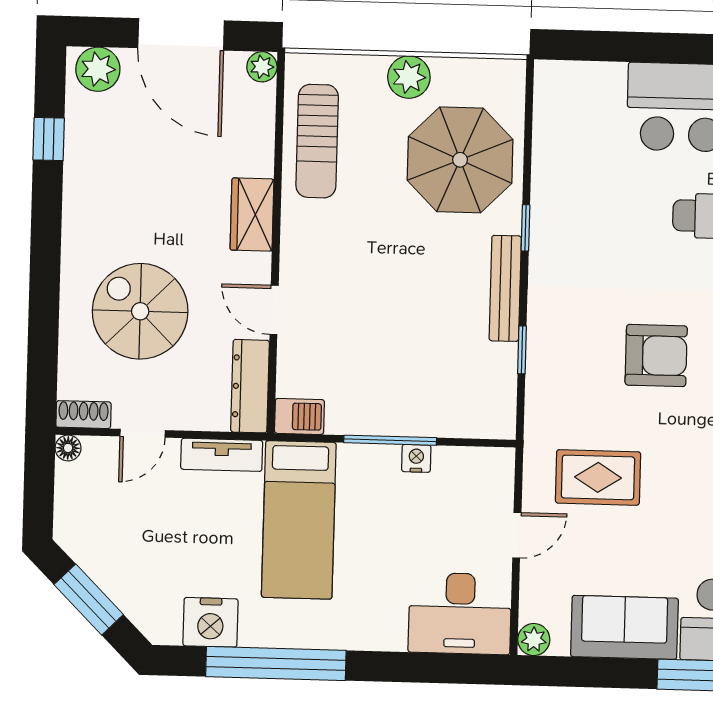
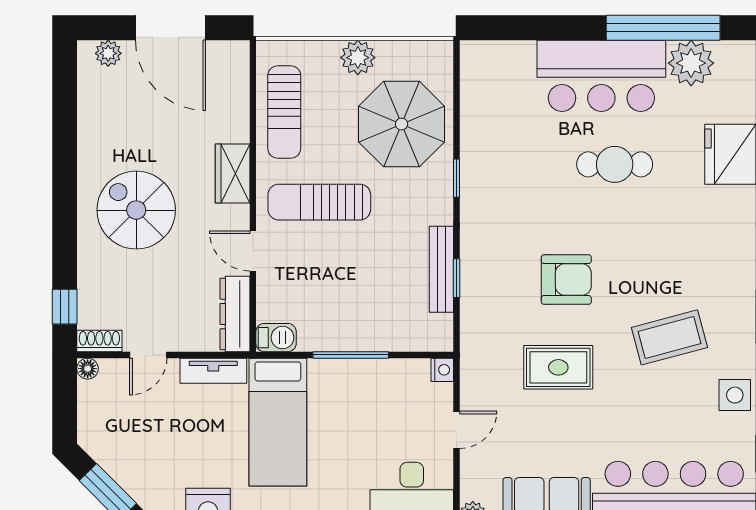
plant: (262, 67) -> (237, 52), removed
plant: (98, 69) -> (108, 53), width x0.73, depth x0.73
window: (49, 139) -> (65, 307), moved
sun lounger: (357, 252) -> (319, 202), added
bench: (505, 288) -> (441, 269), moved
spiral stairs: (140, 311) -> (136, 210), moved
nightstand: (416, 458) -> (442, 370), moved, turned 90
rug: (598, 477) -> (558, 367), moved

